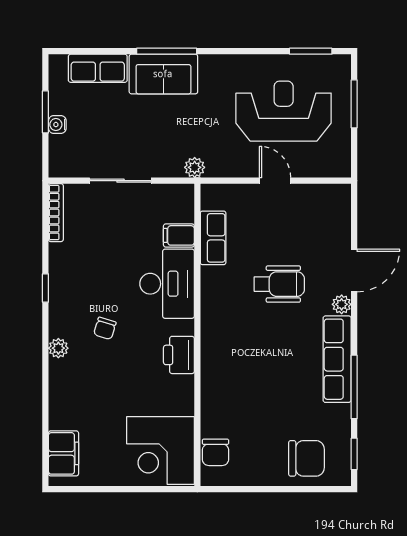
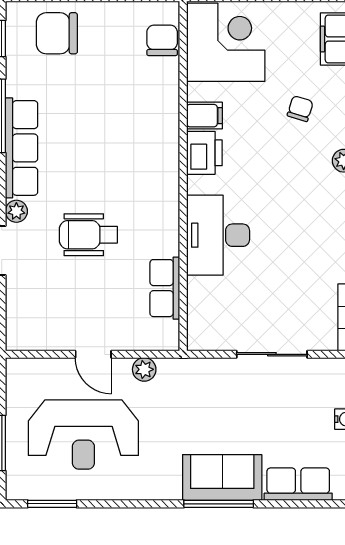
plant: (195, 167) -> (144, 369), moved
filing cabinet: (179, 235) -> (204, 116), moved
chair: (105, 328) -> (300, 109), moved

